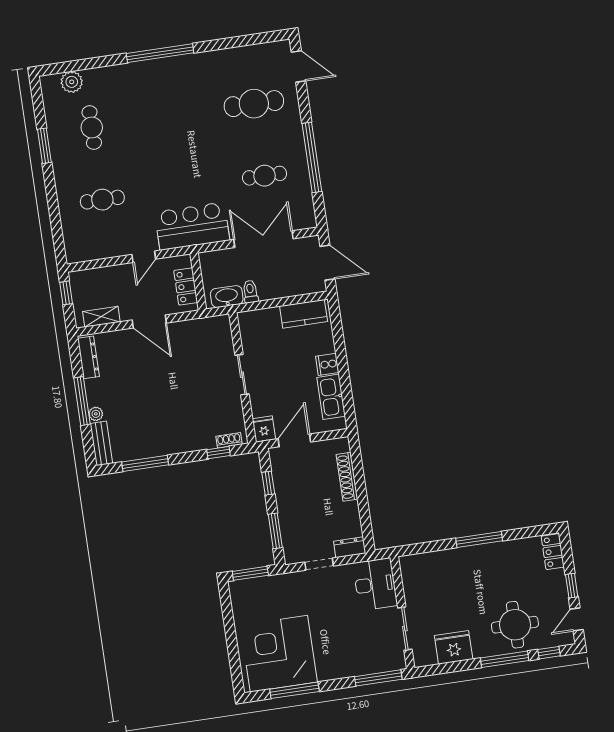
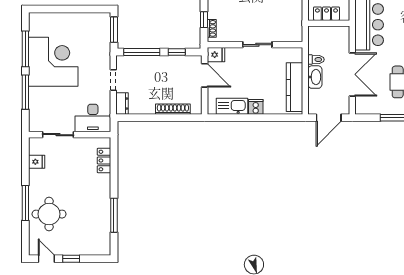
washbasin: (227, 297) -> (315, 77), moved
kitchen counter: (304, 314) -> (294, 87), width x1.50
window: (275, 531) -> (142, 52), width x1.44
window: (479, 540) -> (114, 215), moved
locker: (553, 552) -> (104, 161), moved, turned -90
fridge: (454, 647) -> (37, 162), width x0.53, depth x0.75
window: (549, 653) -> (25, 235), removed
corner desk: (279, 654) -> (53, 62), moved
window: (378, 678) -> (25, 92), moved

